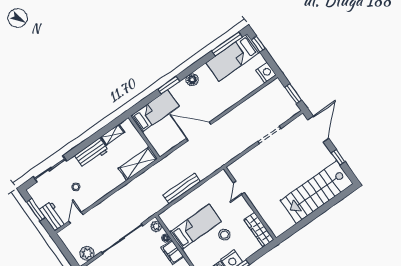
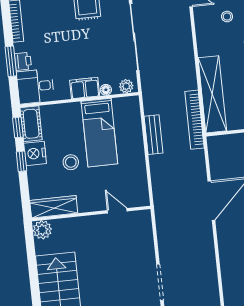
shelving: (138, 164) -> (212, 94), width x1.47
bookcase: (153, 171) -> (195, 120), added
bench: (182, 189) -> (154, 135), width x0.73
plant: (278, 229) -> (42, 230), added

